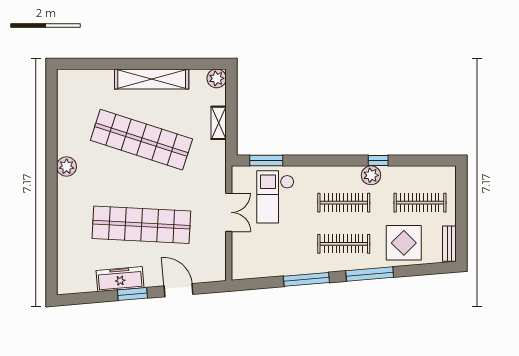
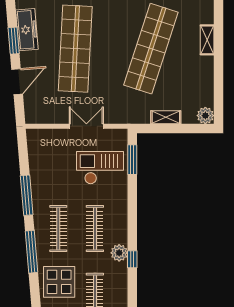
shelving: (152, 79) -> (207, 40), width x0.45, depth x0.75
double door: (229, 212) -> (86, 126), swing flipped

